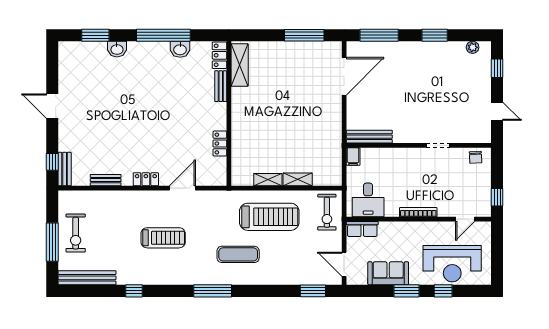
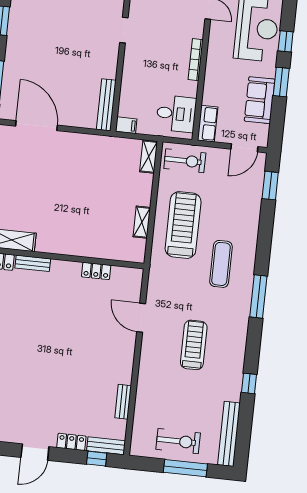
locker: (146, 179) -> (71, 442), moved, turned 90
shelving: (298, 179) -> (149, 157), moved

